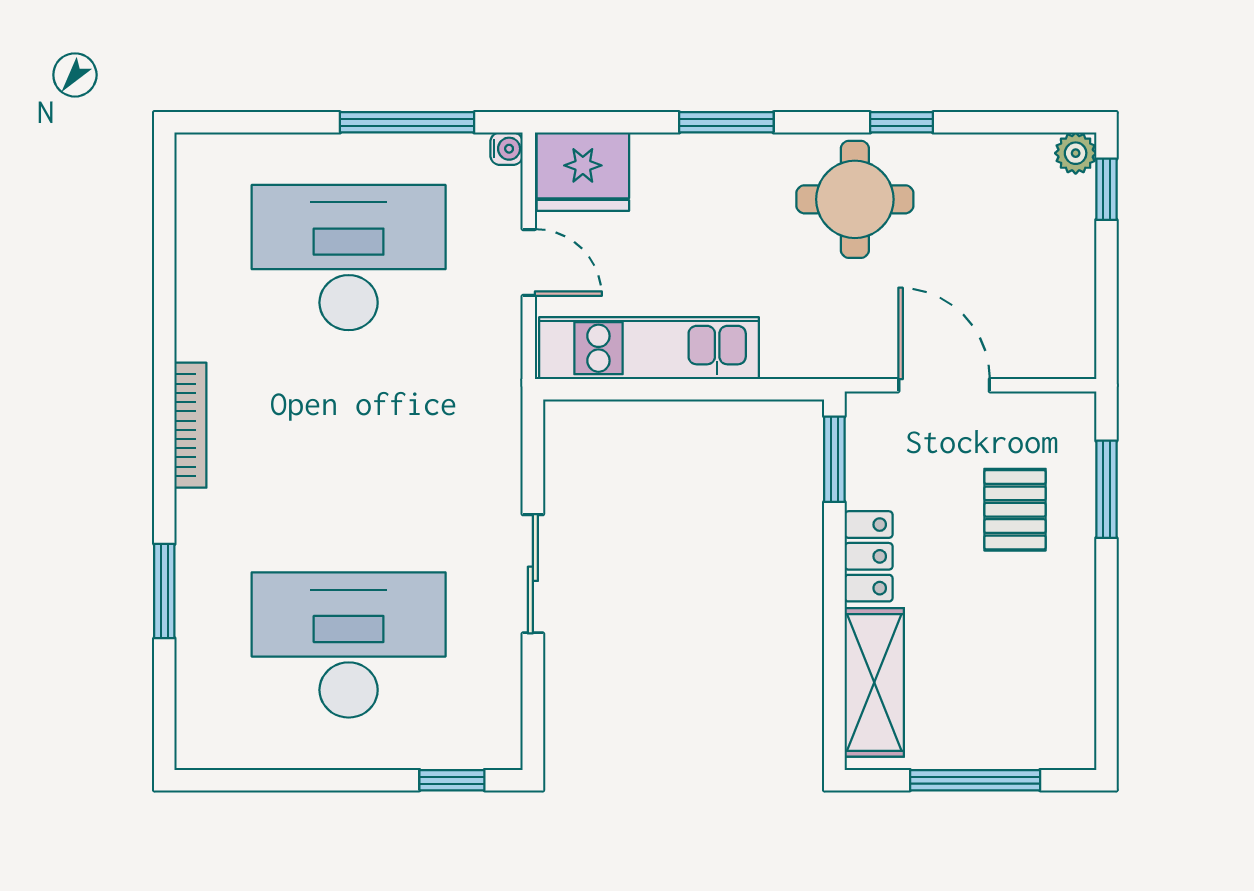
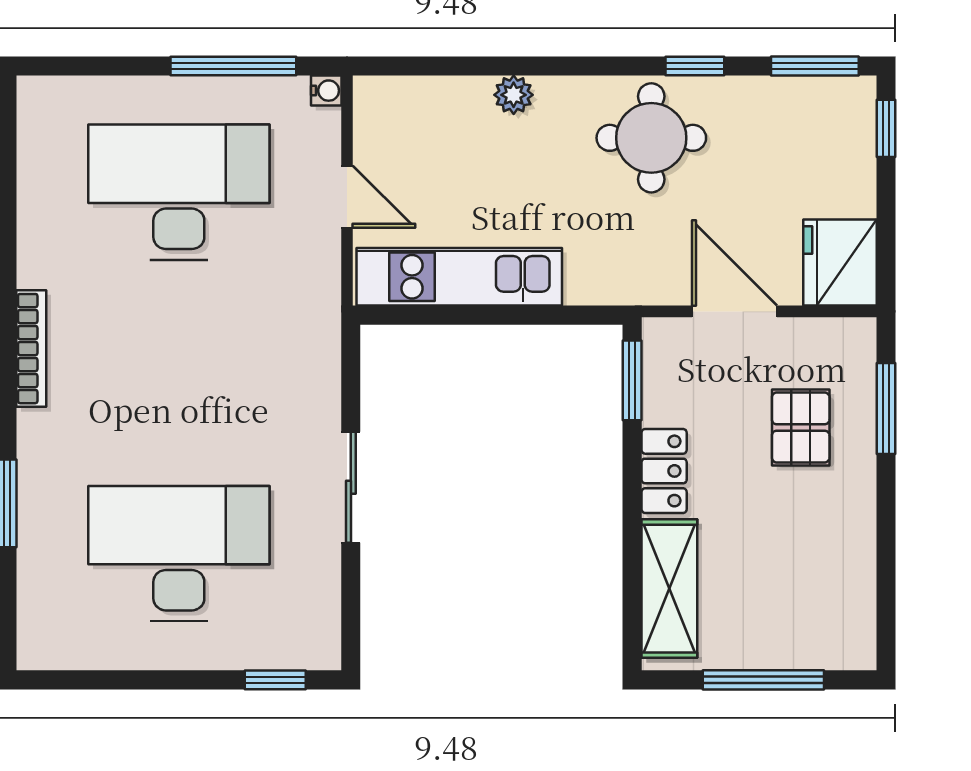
window: (726, 122) -> (815, 66), moved
plant: (1076, 153) -> (514, 95), moved
fridge: (583, 172) -> (840, 262), moved, turned 90

